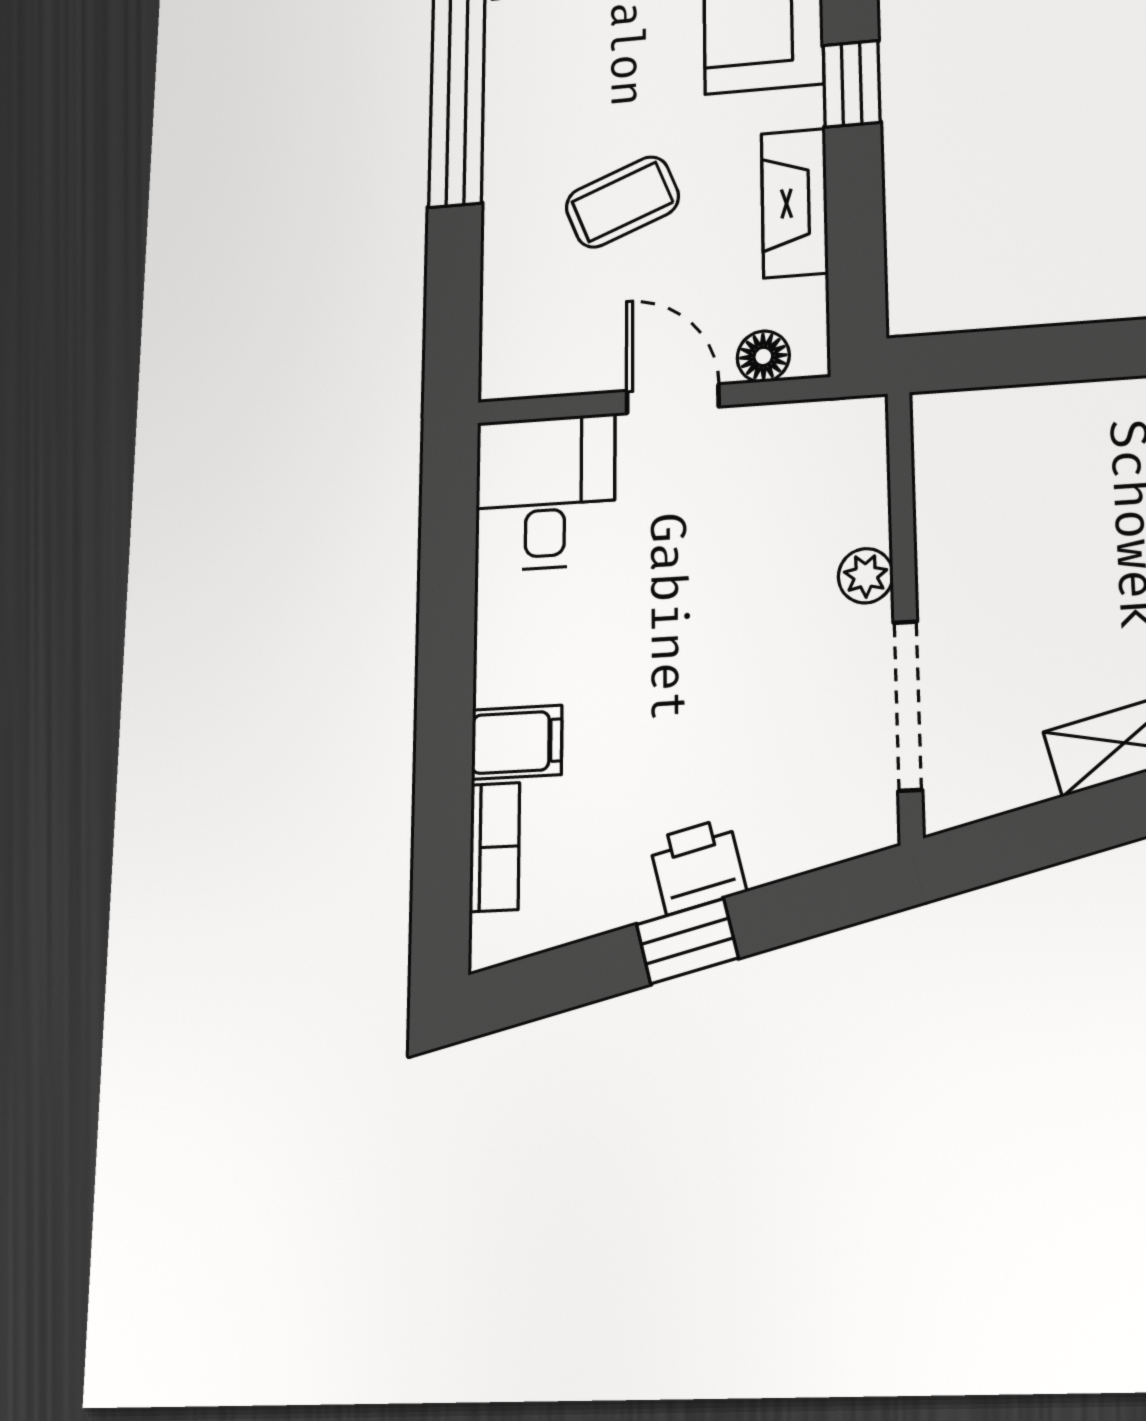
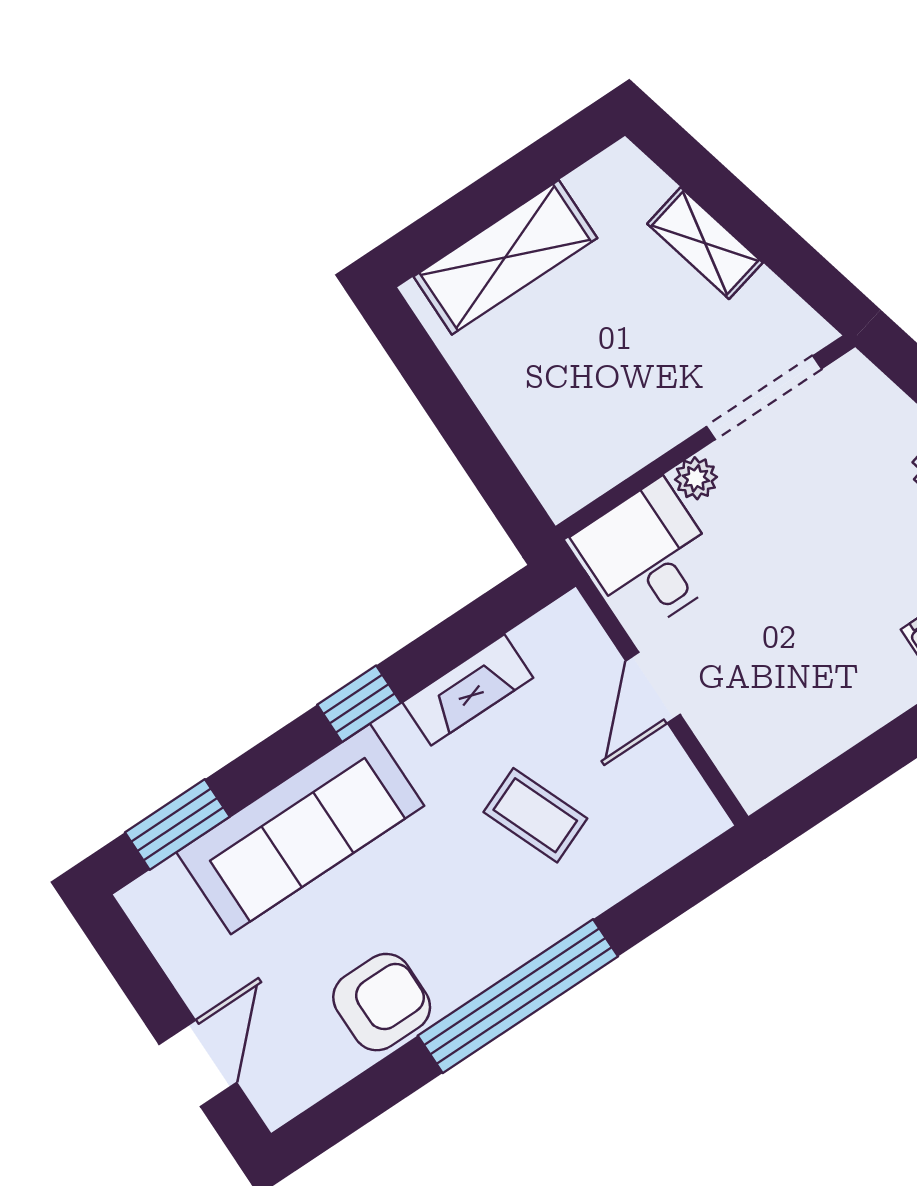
floor lamp: (763, 356) -> (588, 643), removed
desk: (545, 492) -> (650, 557), moved, turned 90

